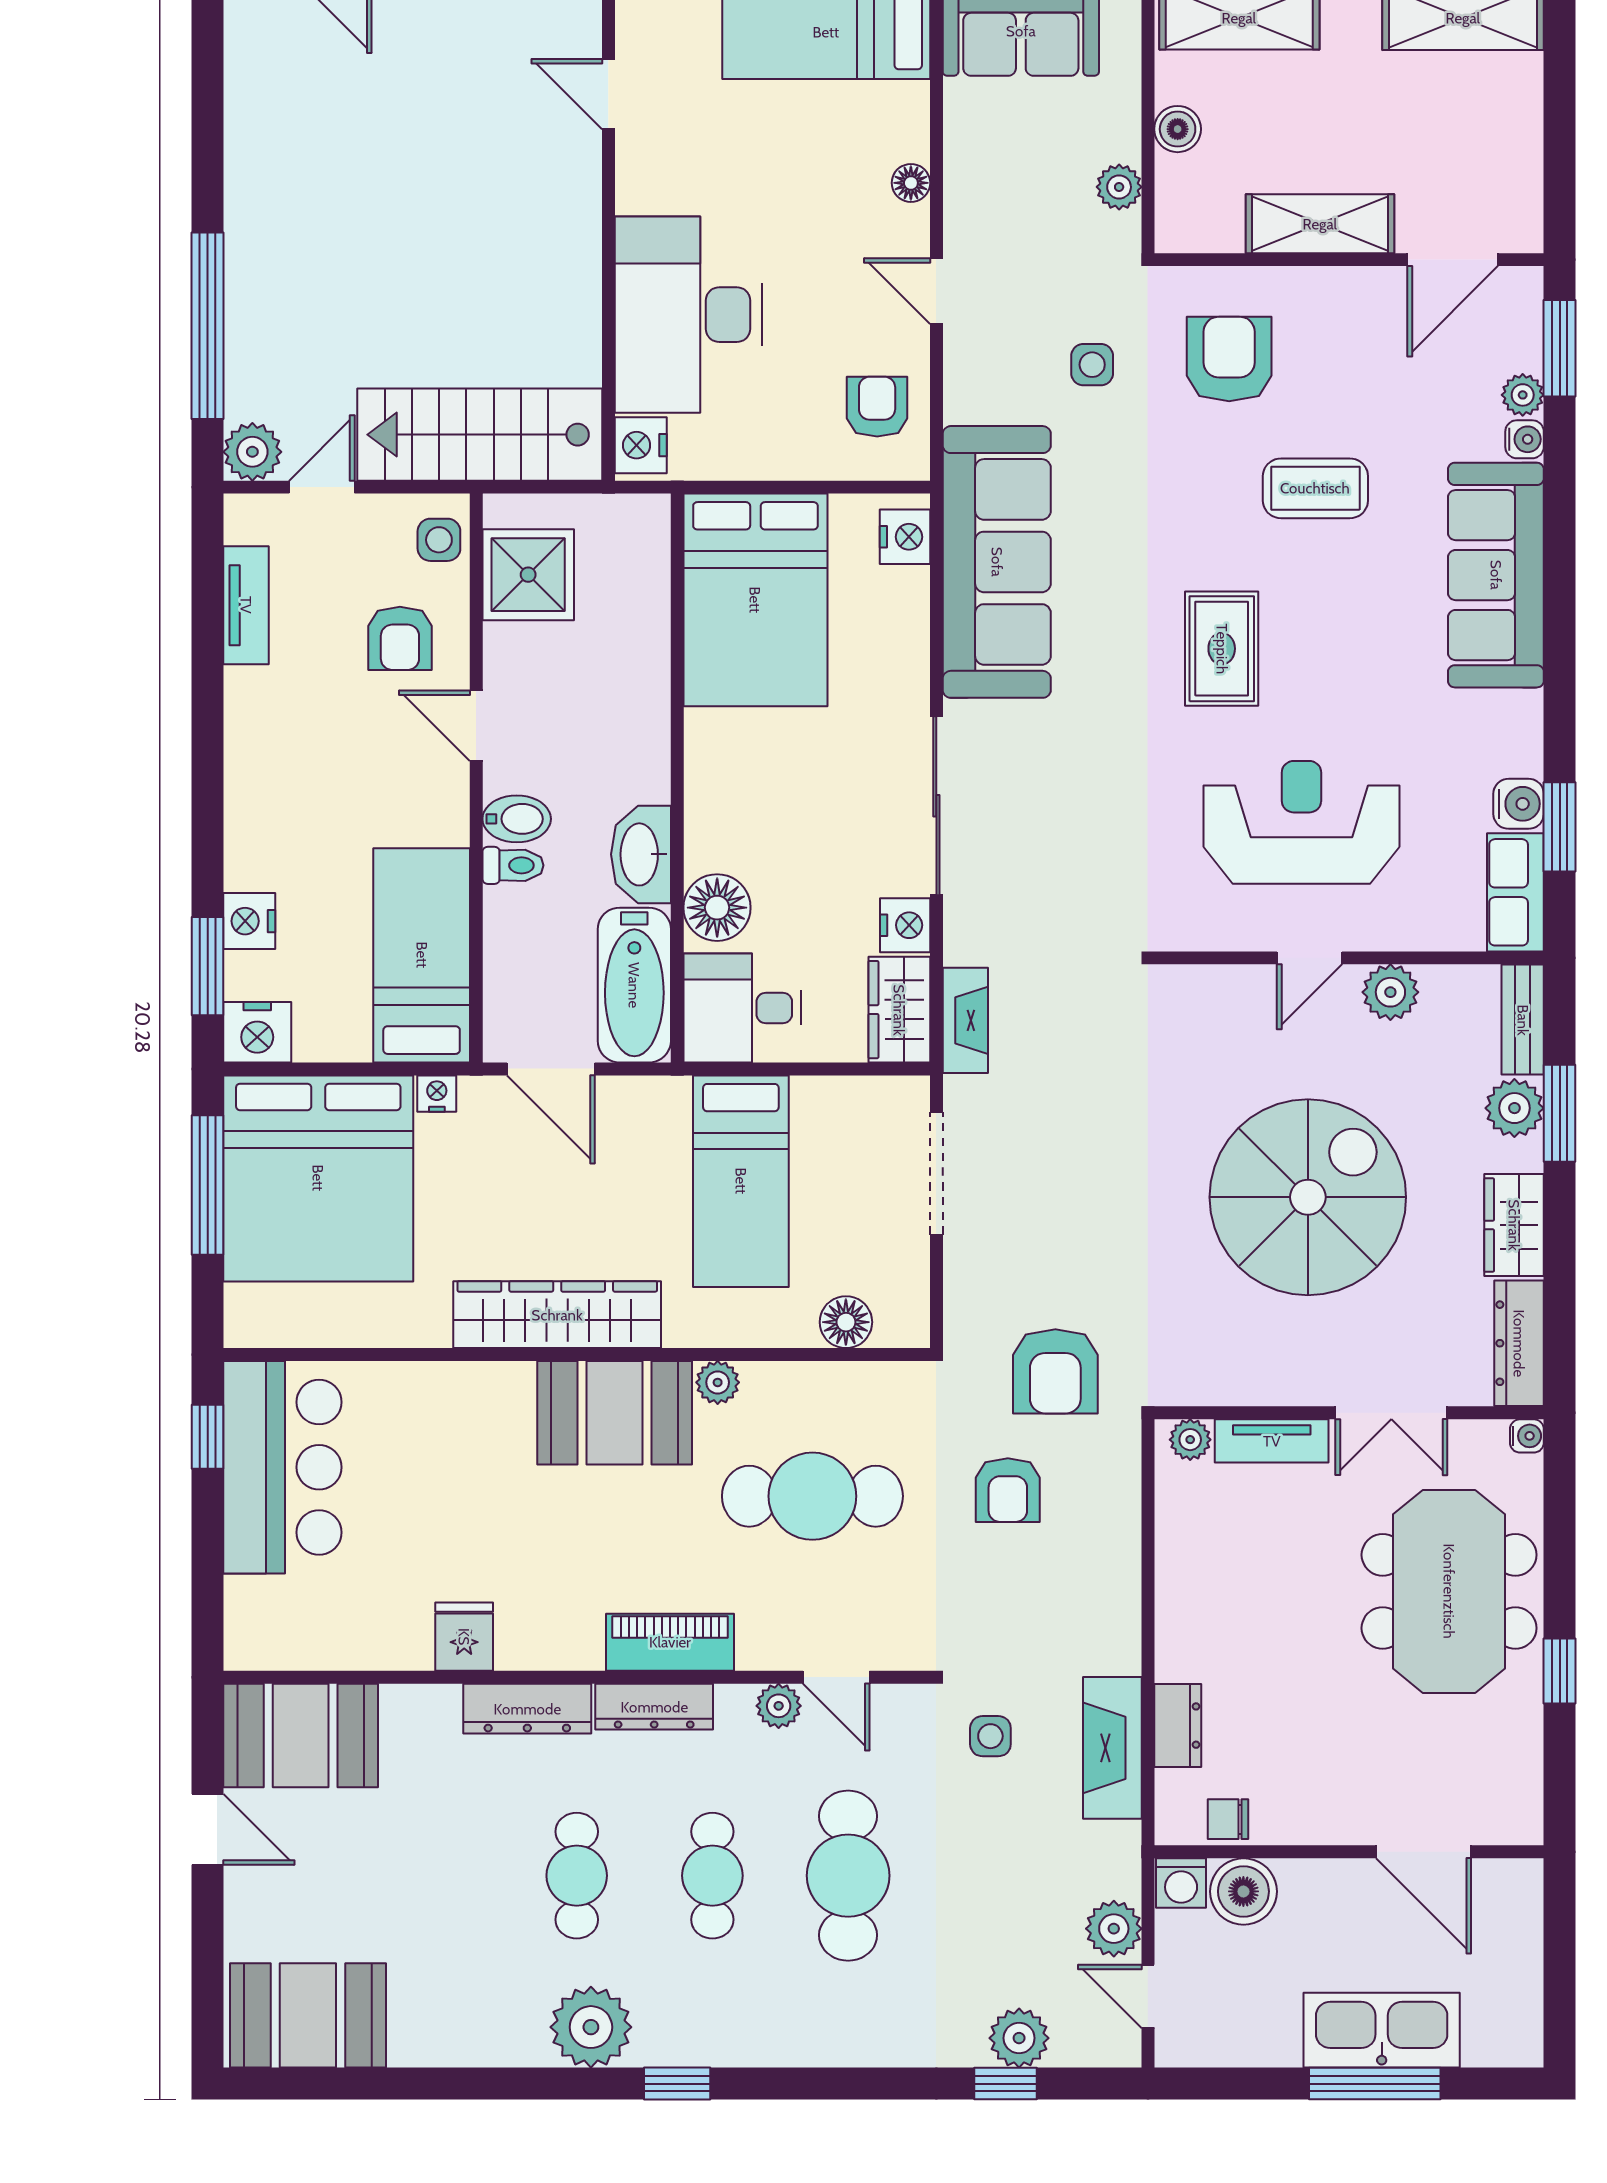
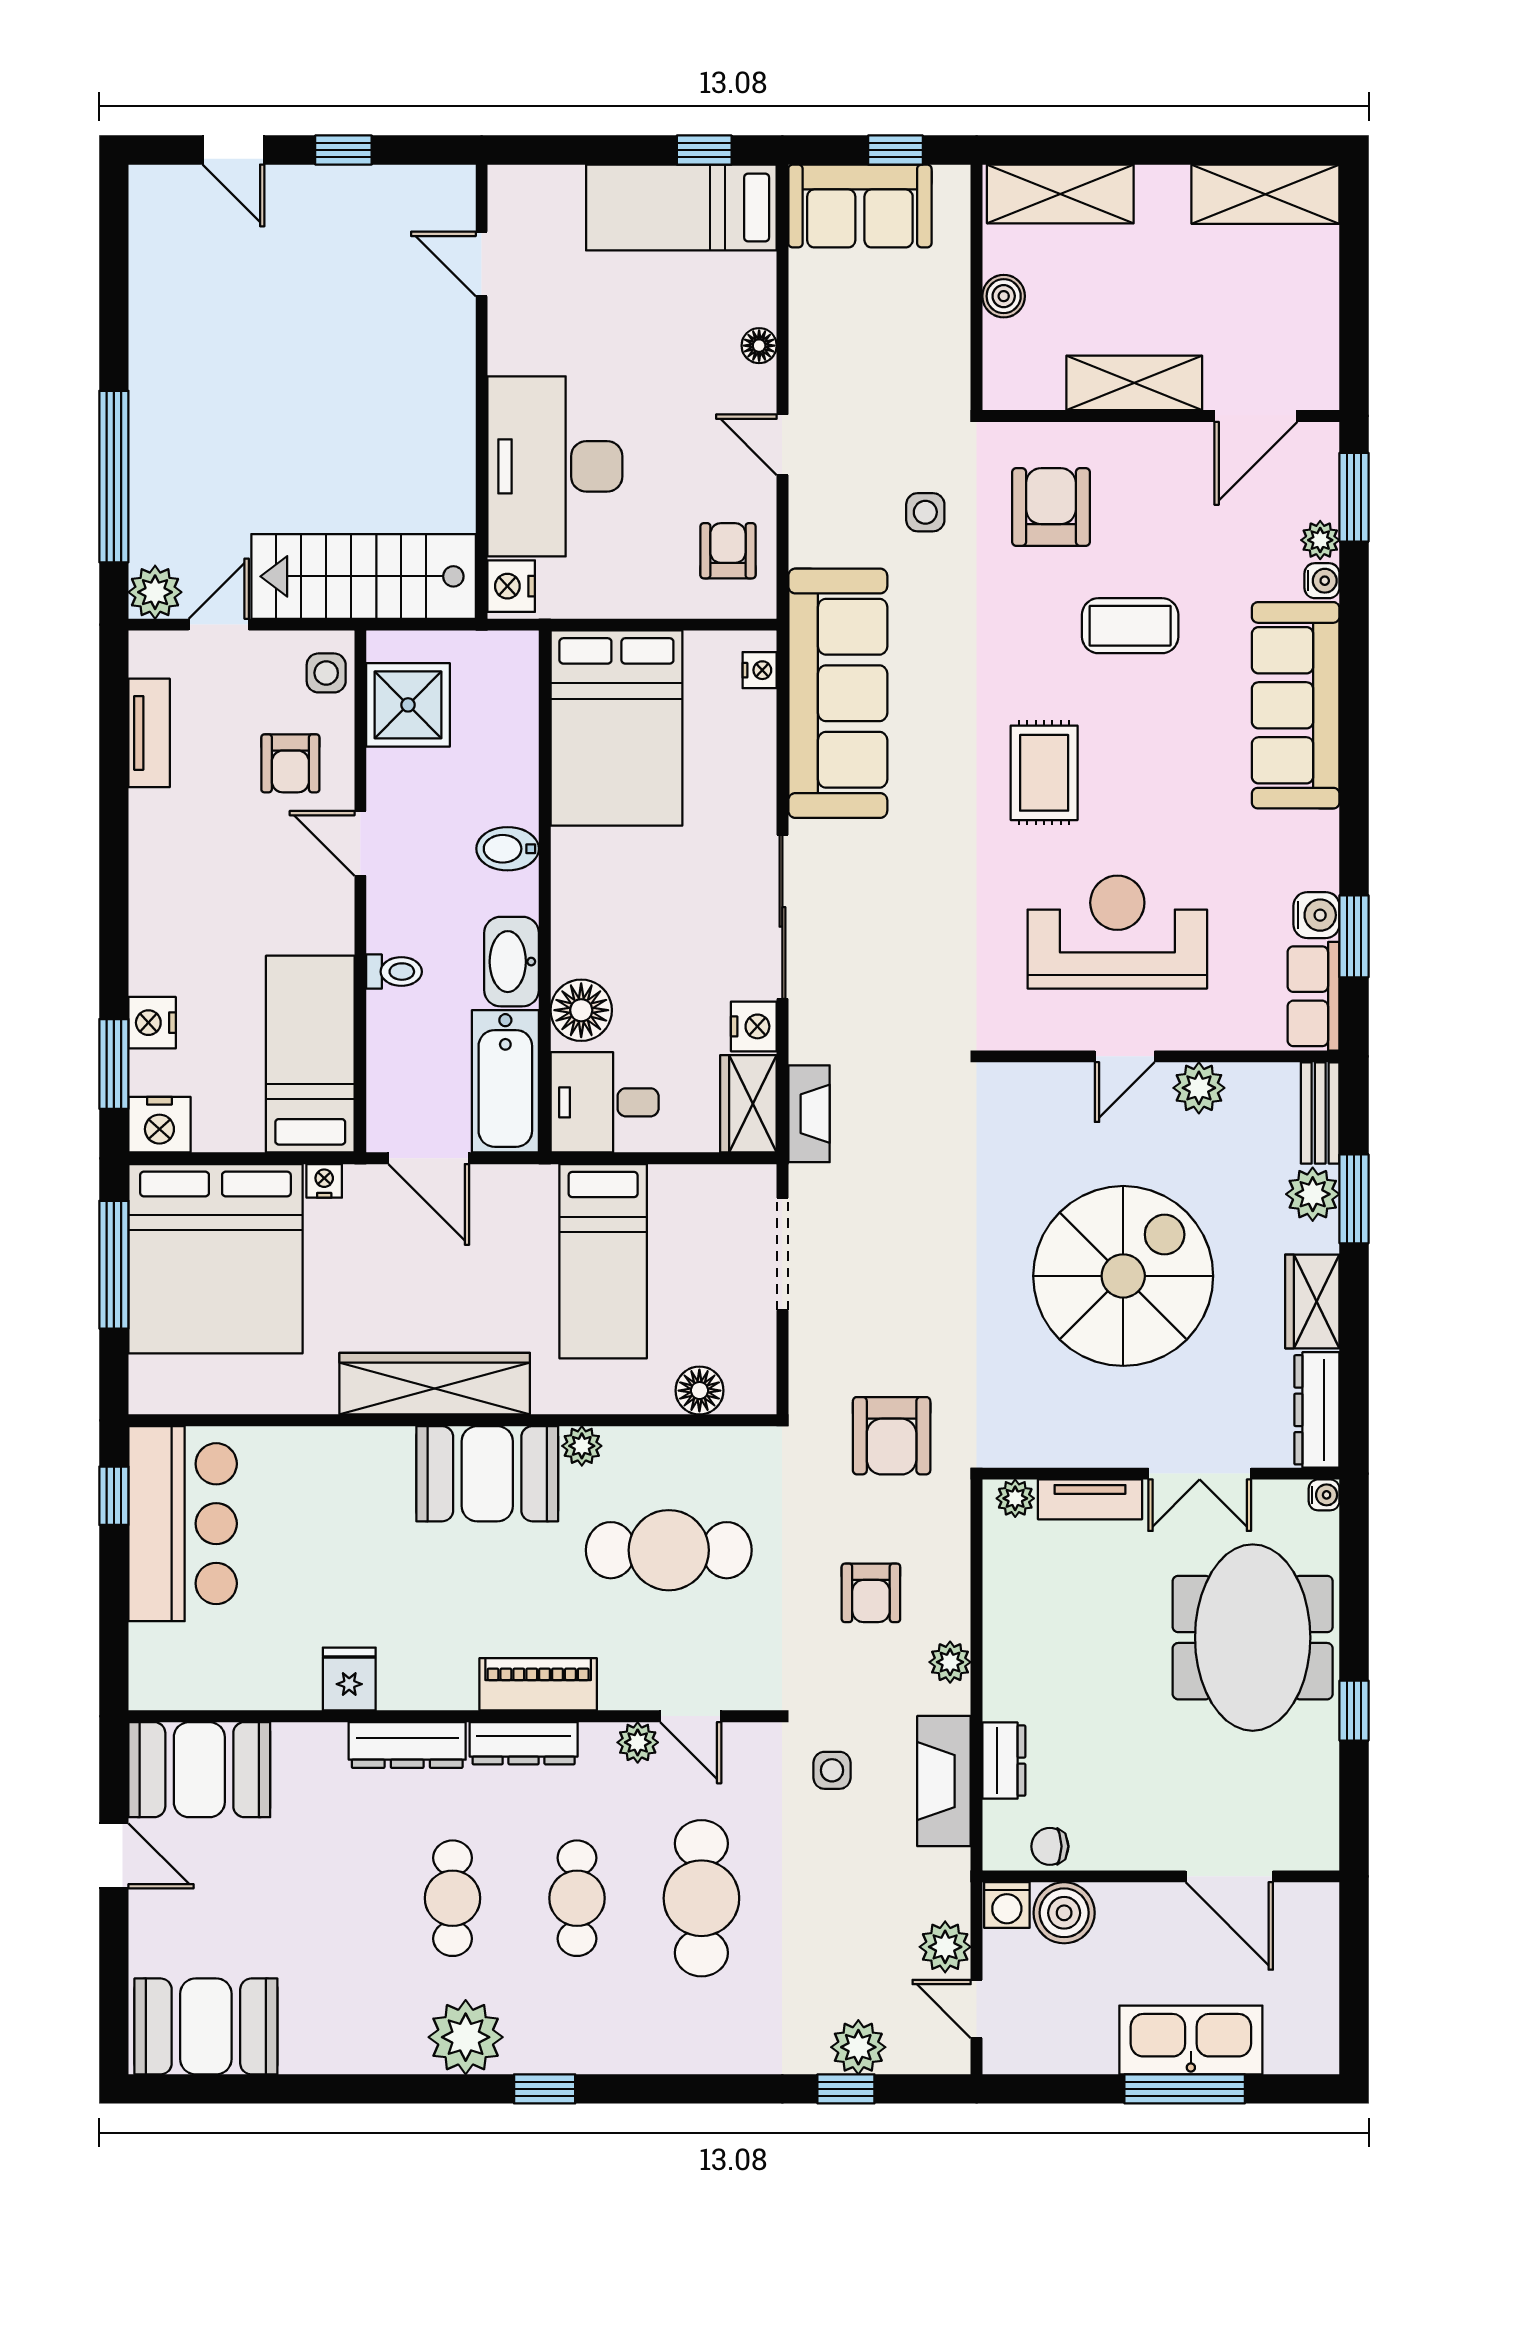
plant: (1119, 187) -> (950, 1662), moved
nightstand: (905, 537) -> (760, 670), width x0.72, depth x0.74
bidet: (517, 819) -> (508, 849), moved, turned 180
armchair: (1008, 1490) -> (871, 1593), moved

